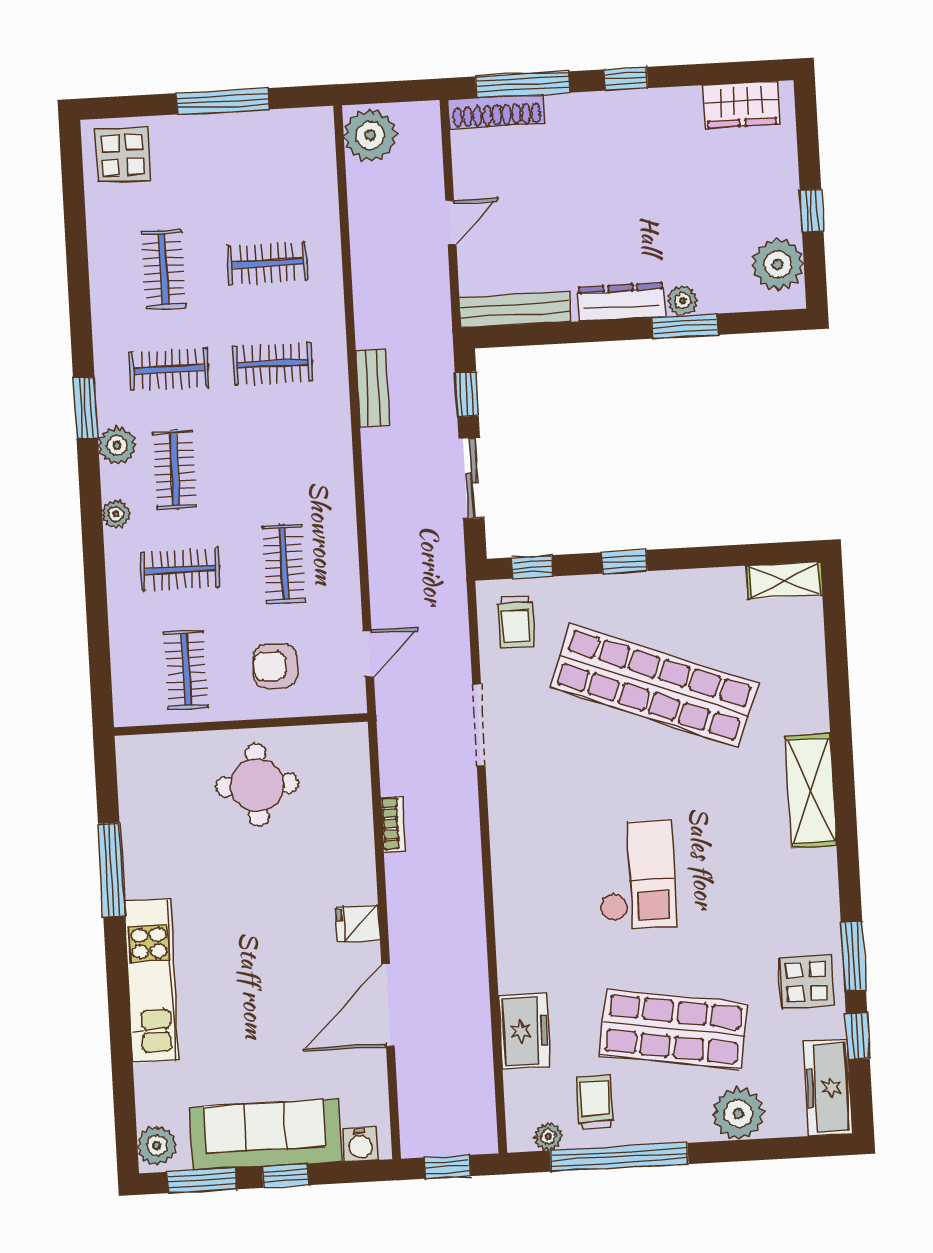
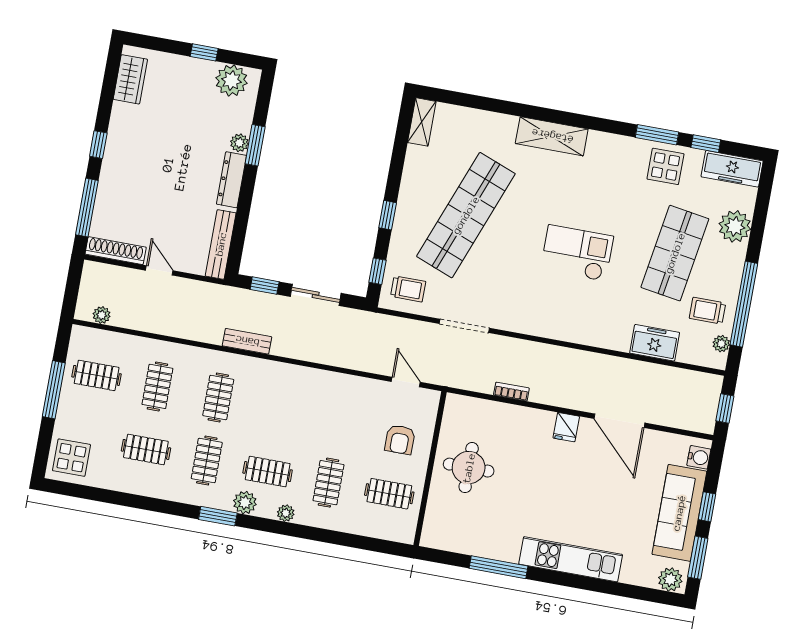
shoe rack: (497, 111) -> (116, 251), moved, turned -90
plant: (370, 135) -> (102, 315), width x0.53, depth x0.53
clothes rail: (284, 564) -> (97, 375), moved

